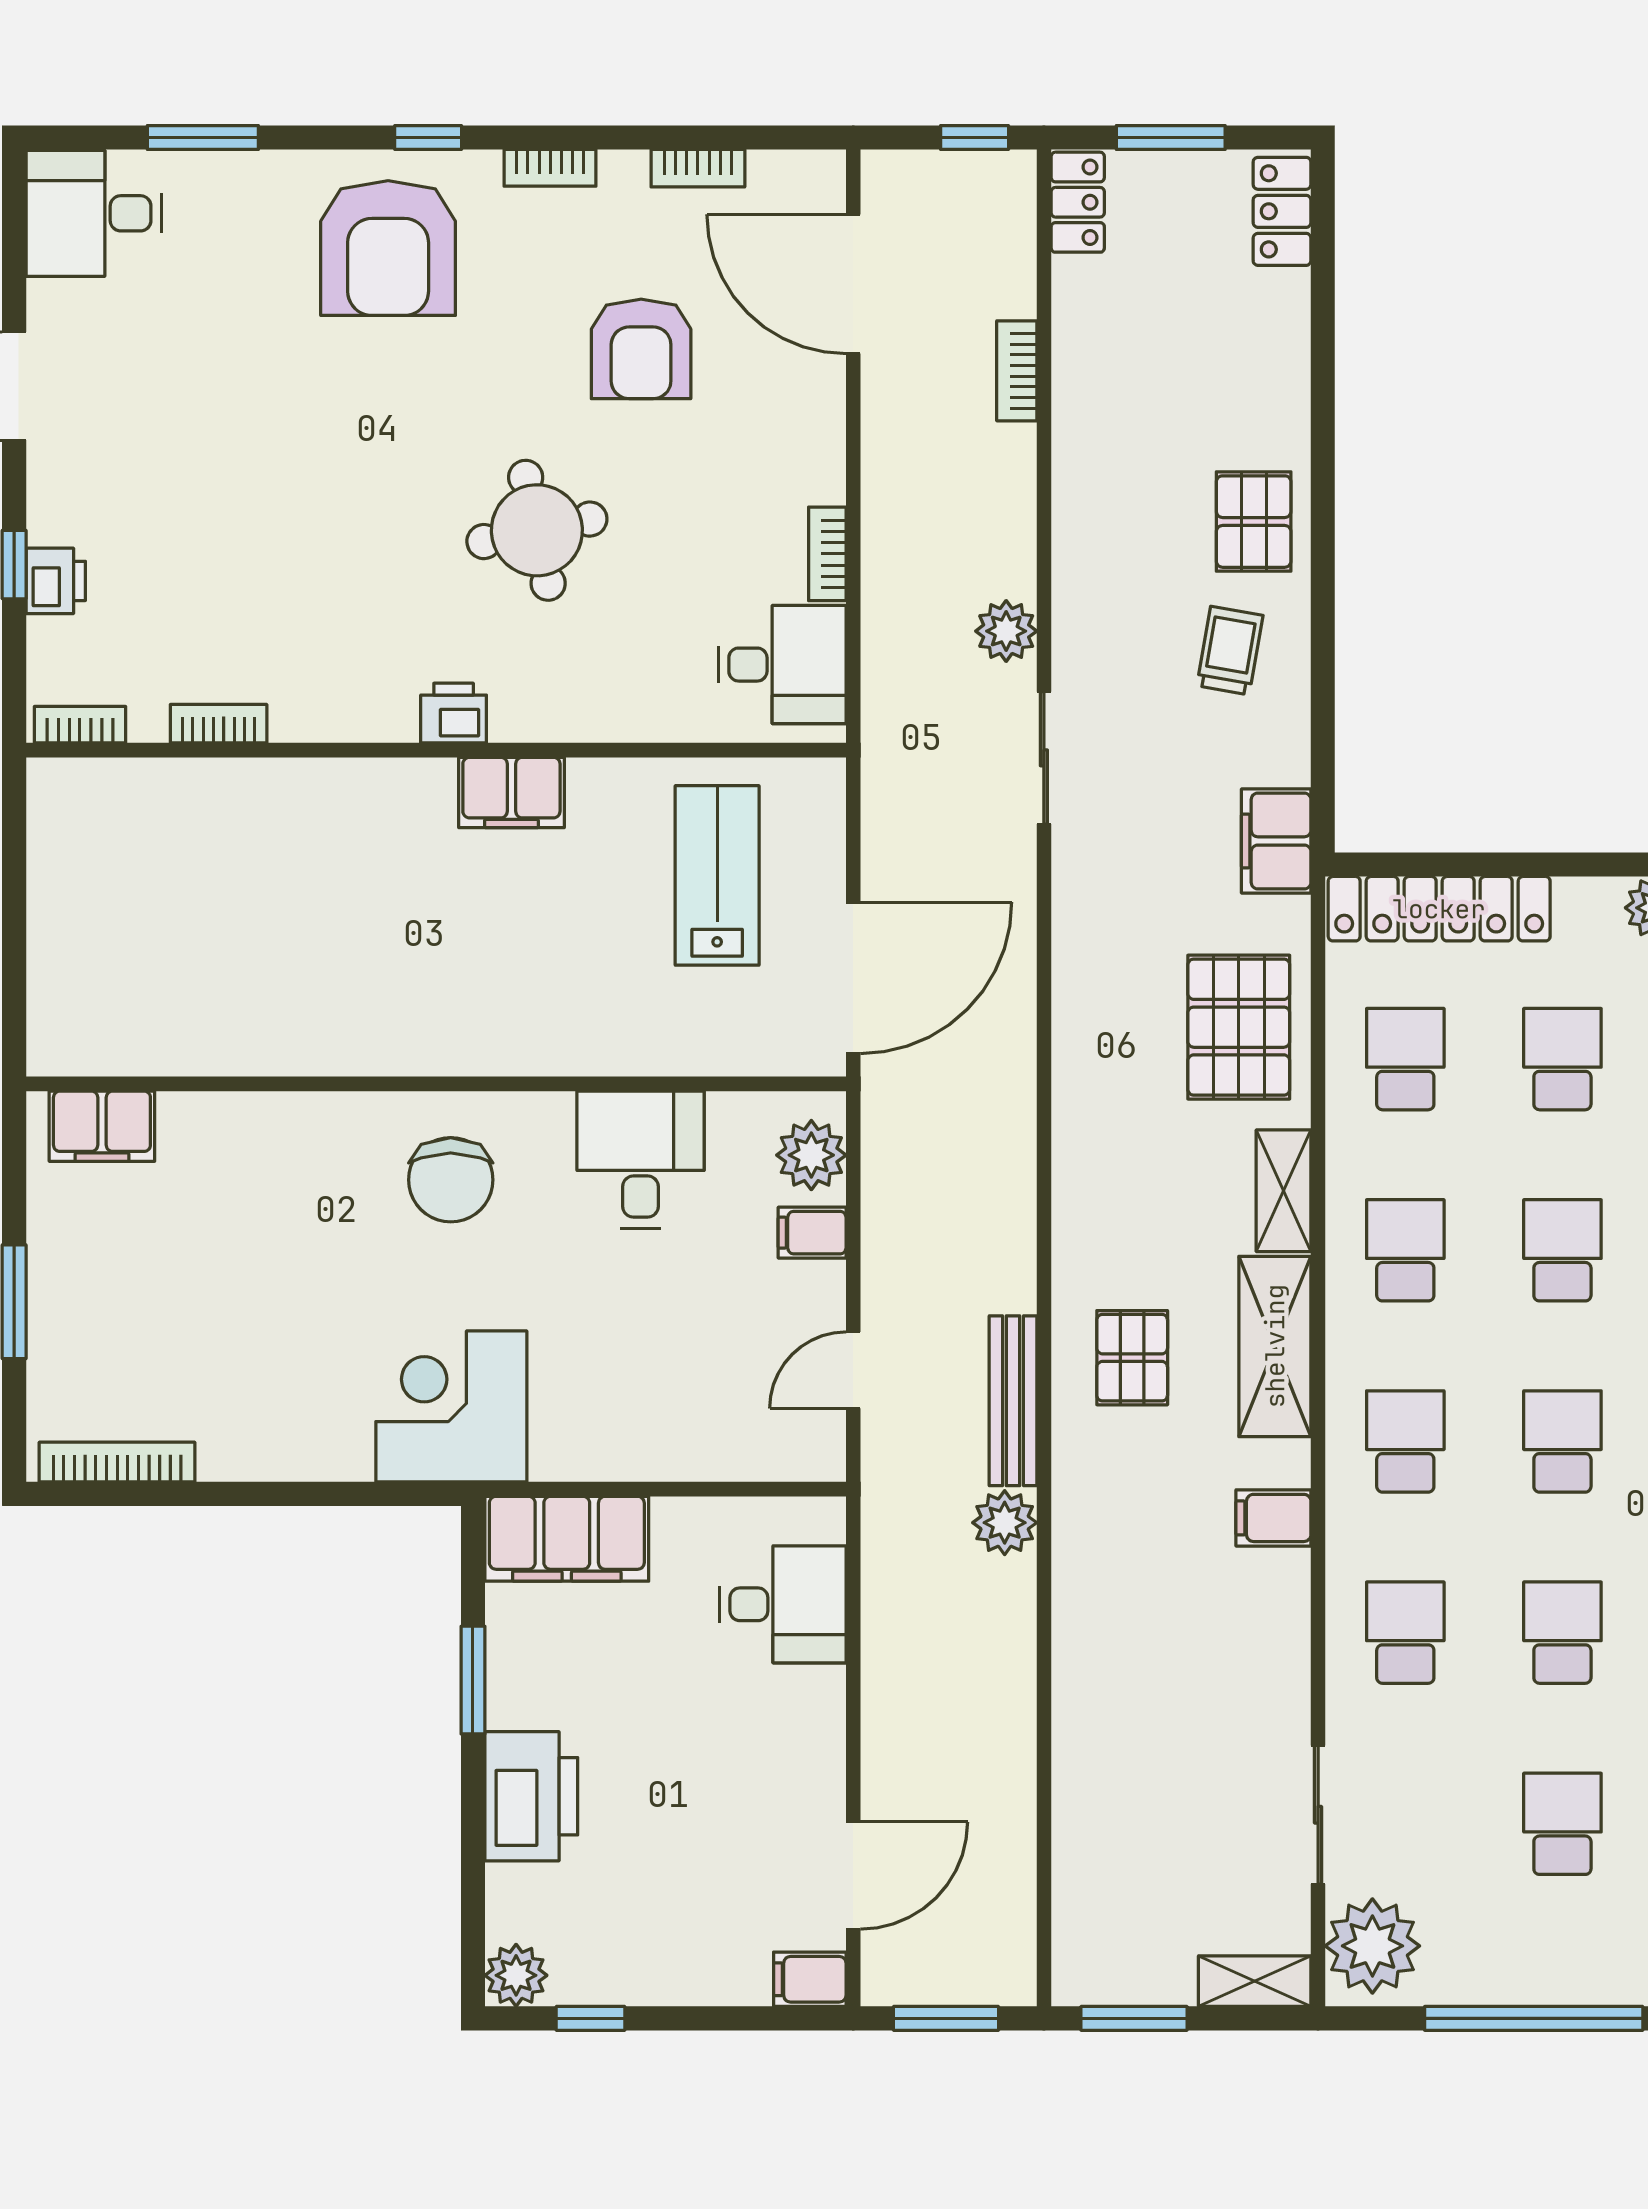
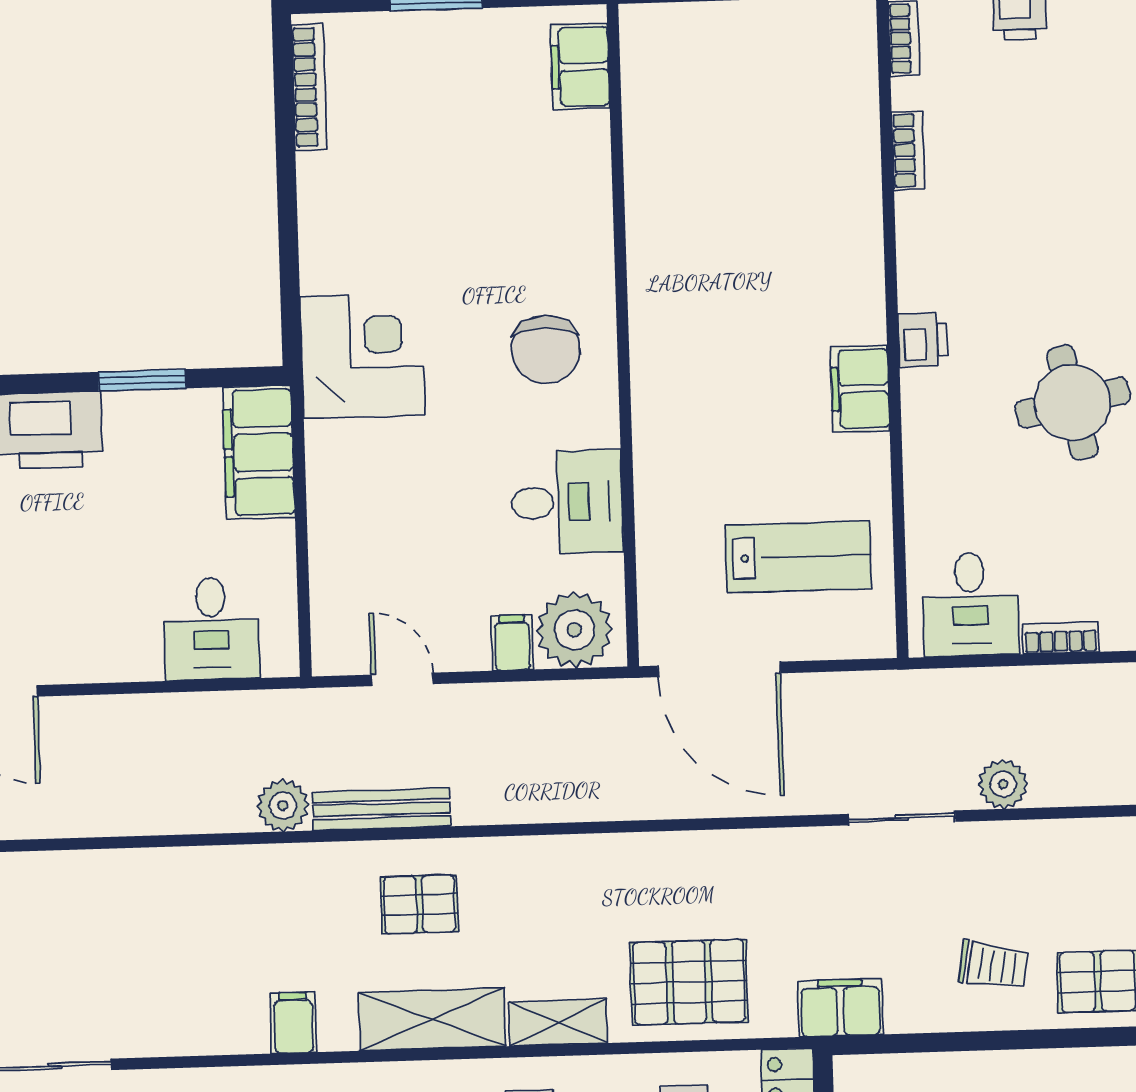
plant: (811, 1155) -> (575, 630), width x1.36, depth x1.36
chair: (451, 1180) -> (546, 349), turned -90

